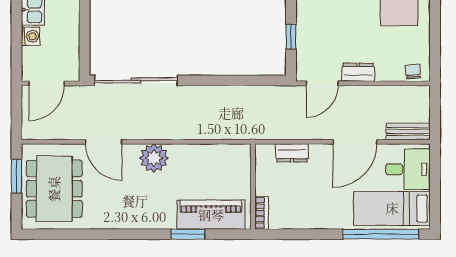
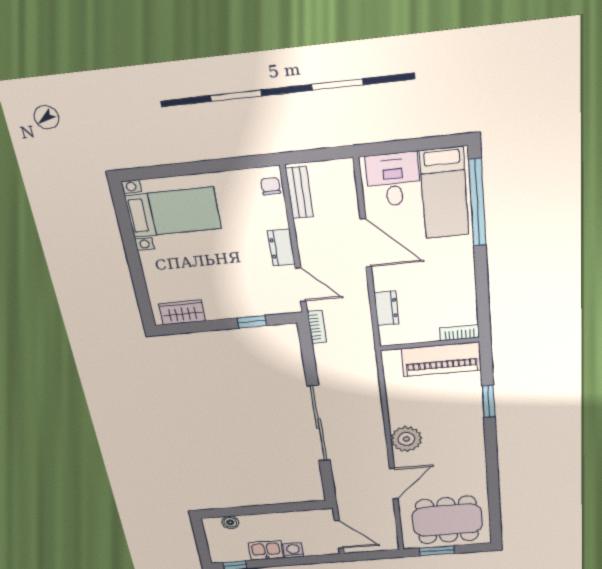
chair: (413, 72) -> (271, 186), turned 94
sliding door: (136, 80) -> (319, 424), moved
bookcase: (280, 92) -> (317, 327), added
bench: (408, 131) -> (299, 192), moved
piano: (211, 215) -> (441, 359), moved, turned -90

